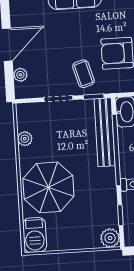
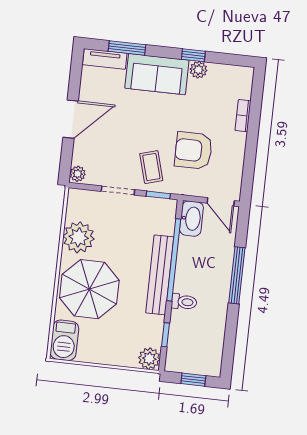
plant: (20, 75) -> (78, 174), moved
bench: (105, 132) -> (160, 275), moved
plant: (25, 139) -> (79, 237), width x1.88, depth x1.88

